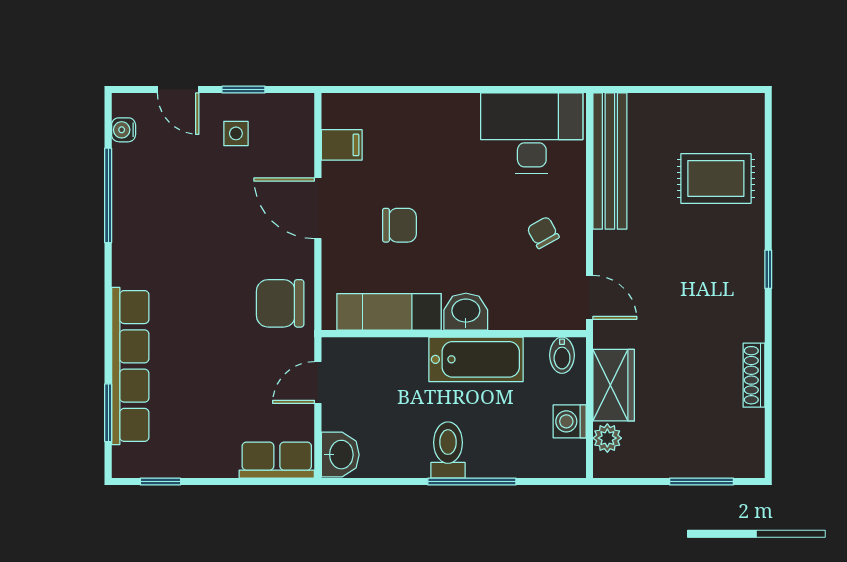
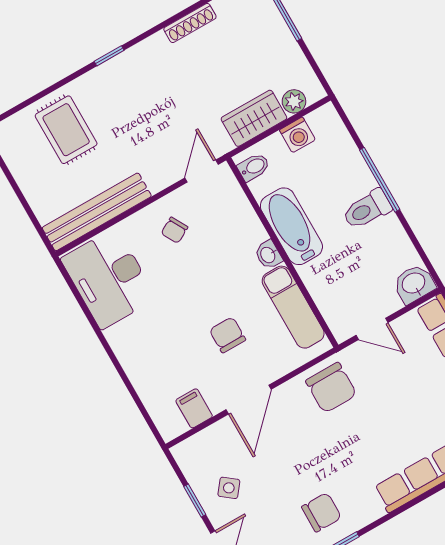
side table: (236, 133) -> (229, 488), turned 38
chair: (154, 217) -> (321, 512), added
washbasin: (466, 312) -> (268, 255), width x0.72, depth x0.69

